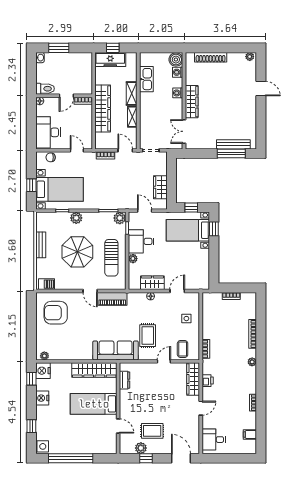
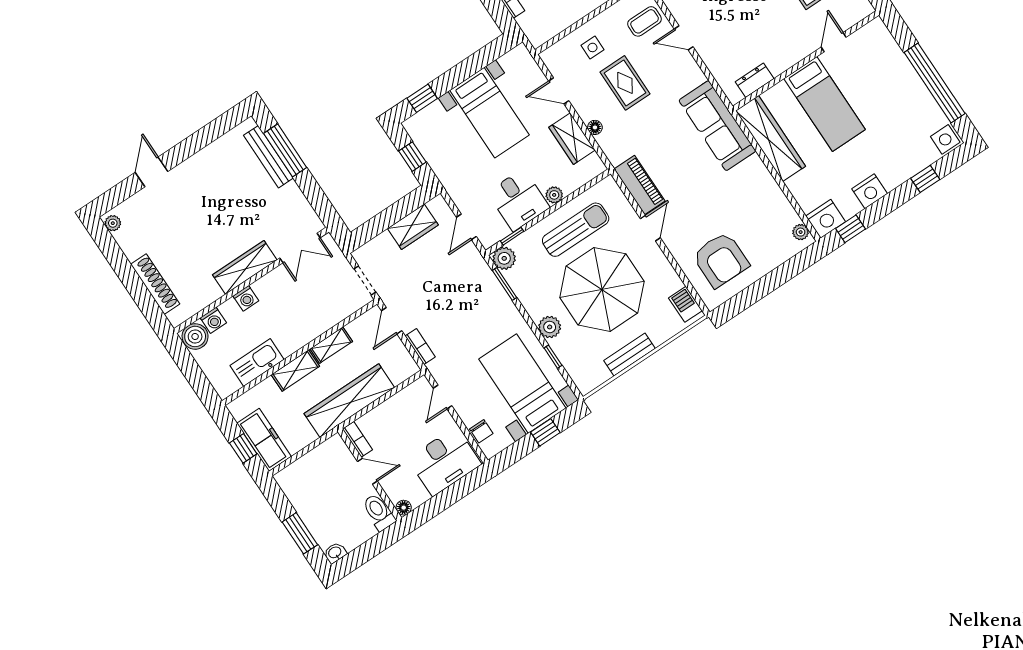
bed with nightstands: (188, 230) -> (489, 113), moved
parasol: (77, 252) -> (602, 289), width x1.36, depth x1.36
rug: (148, 336) -> (625, 83), moved, turned 90

